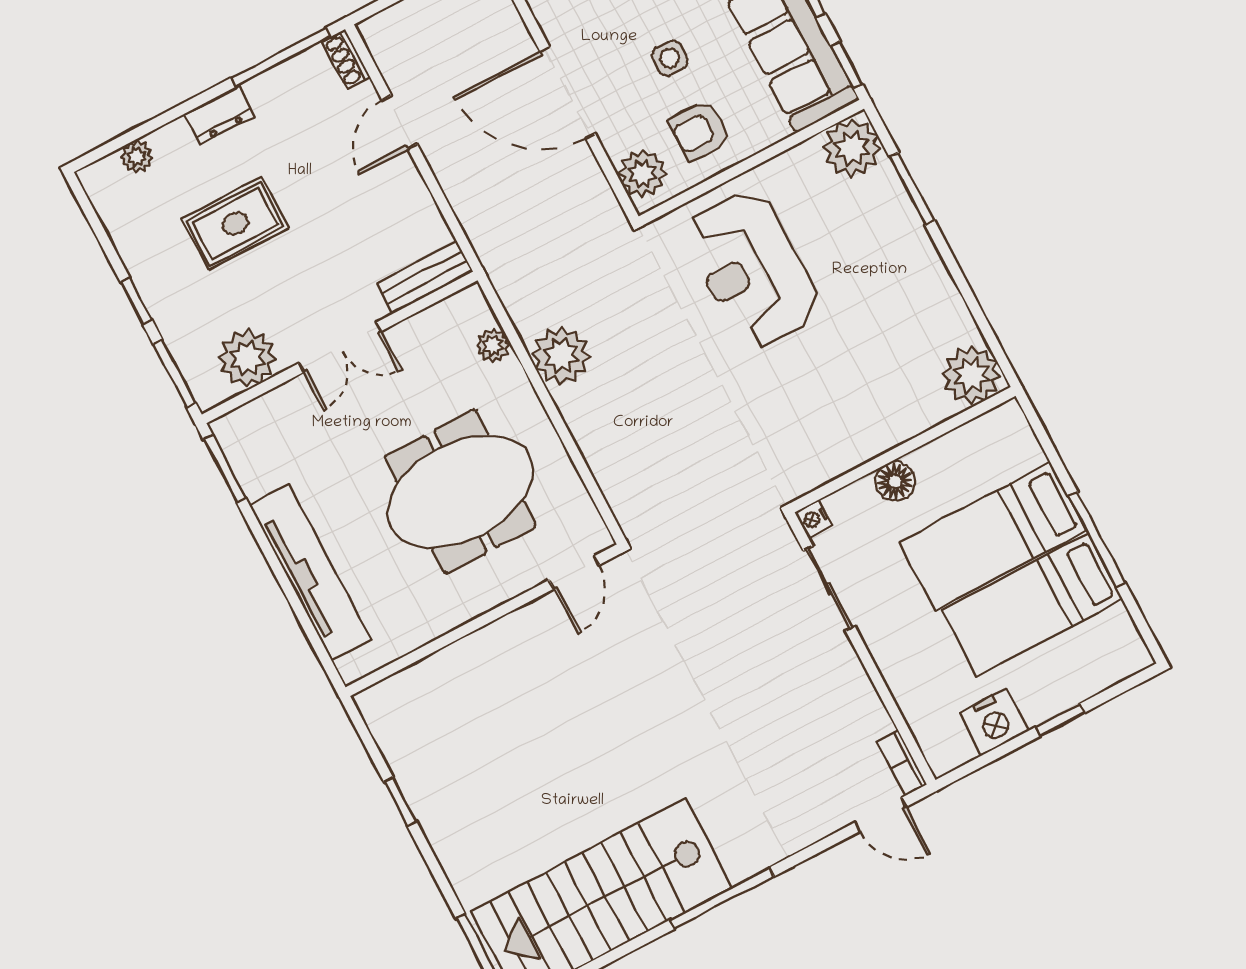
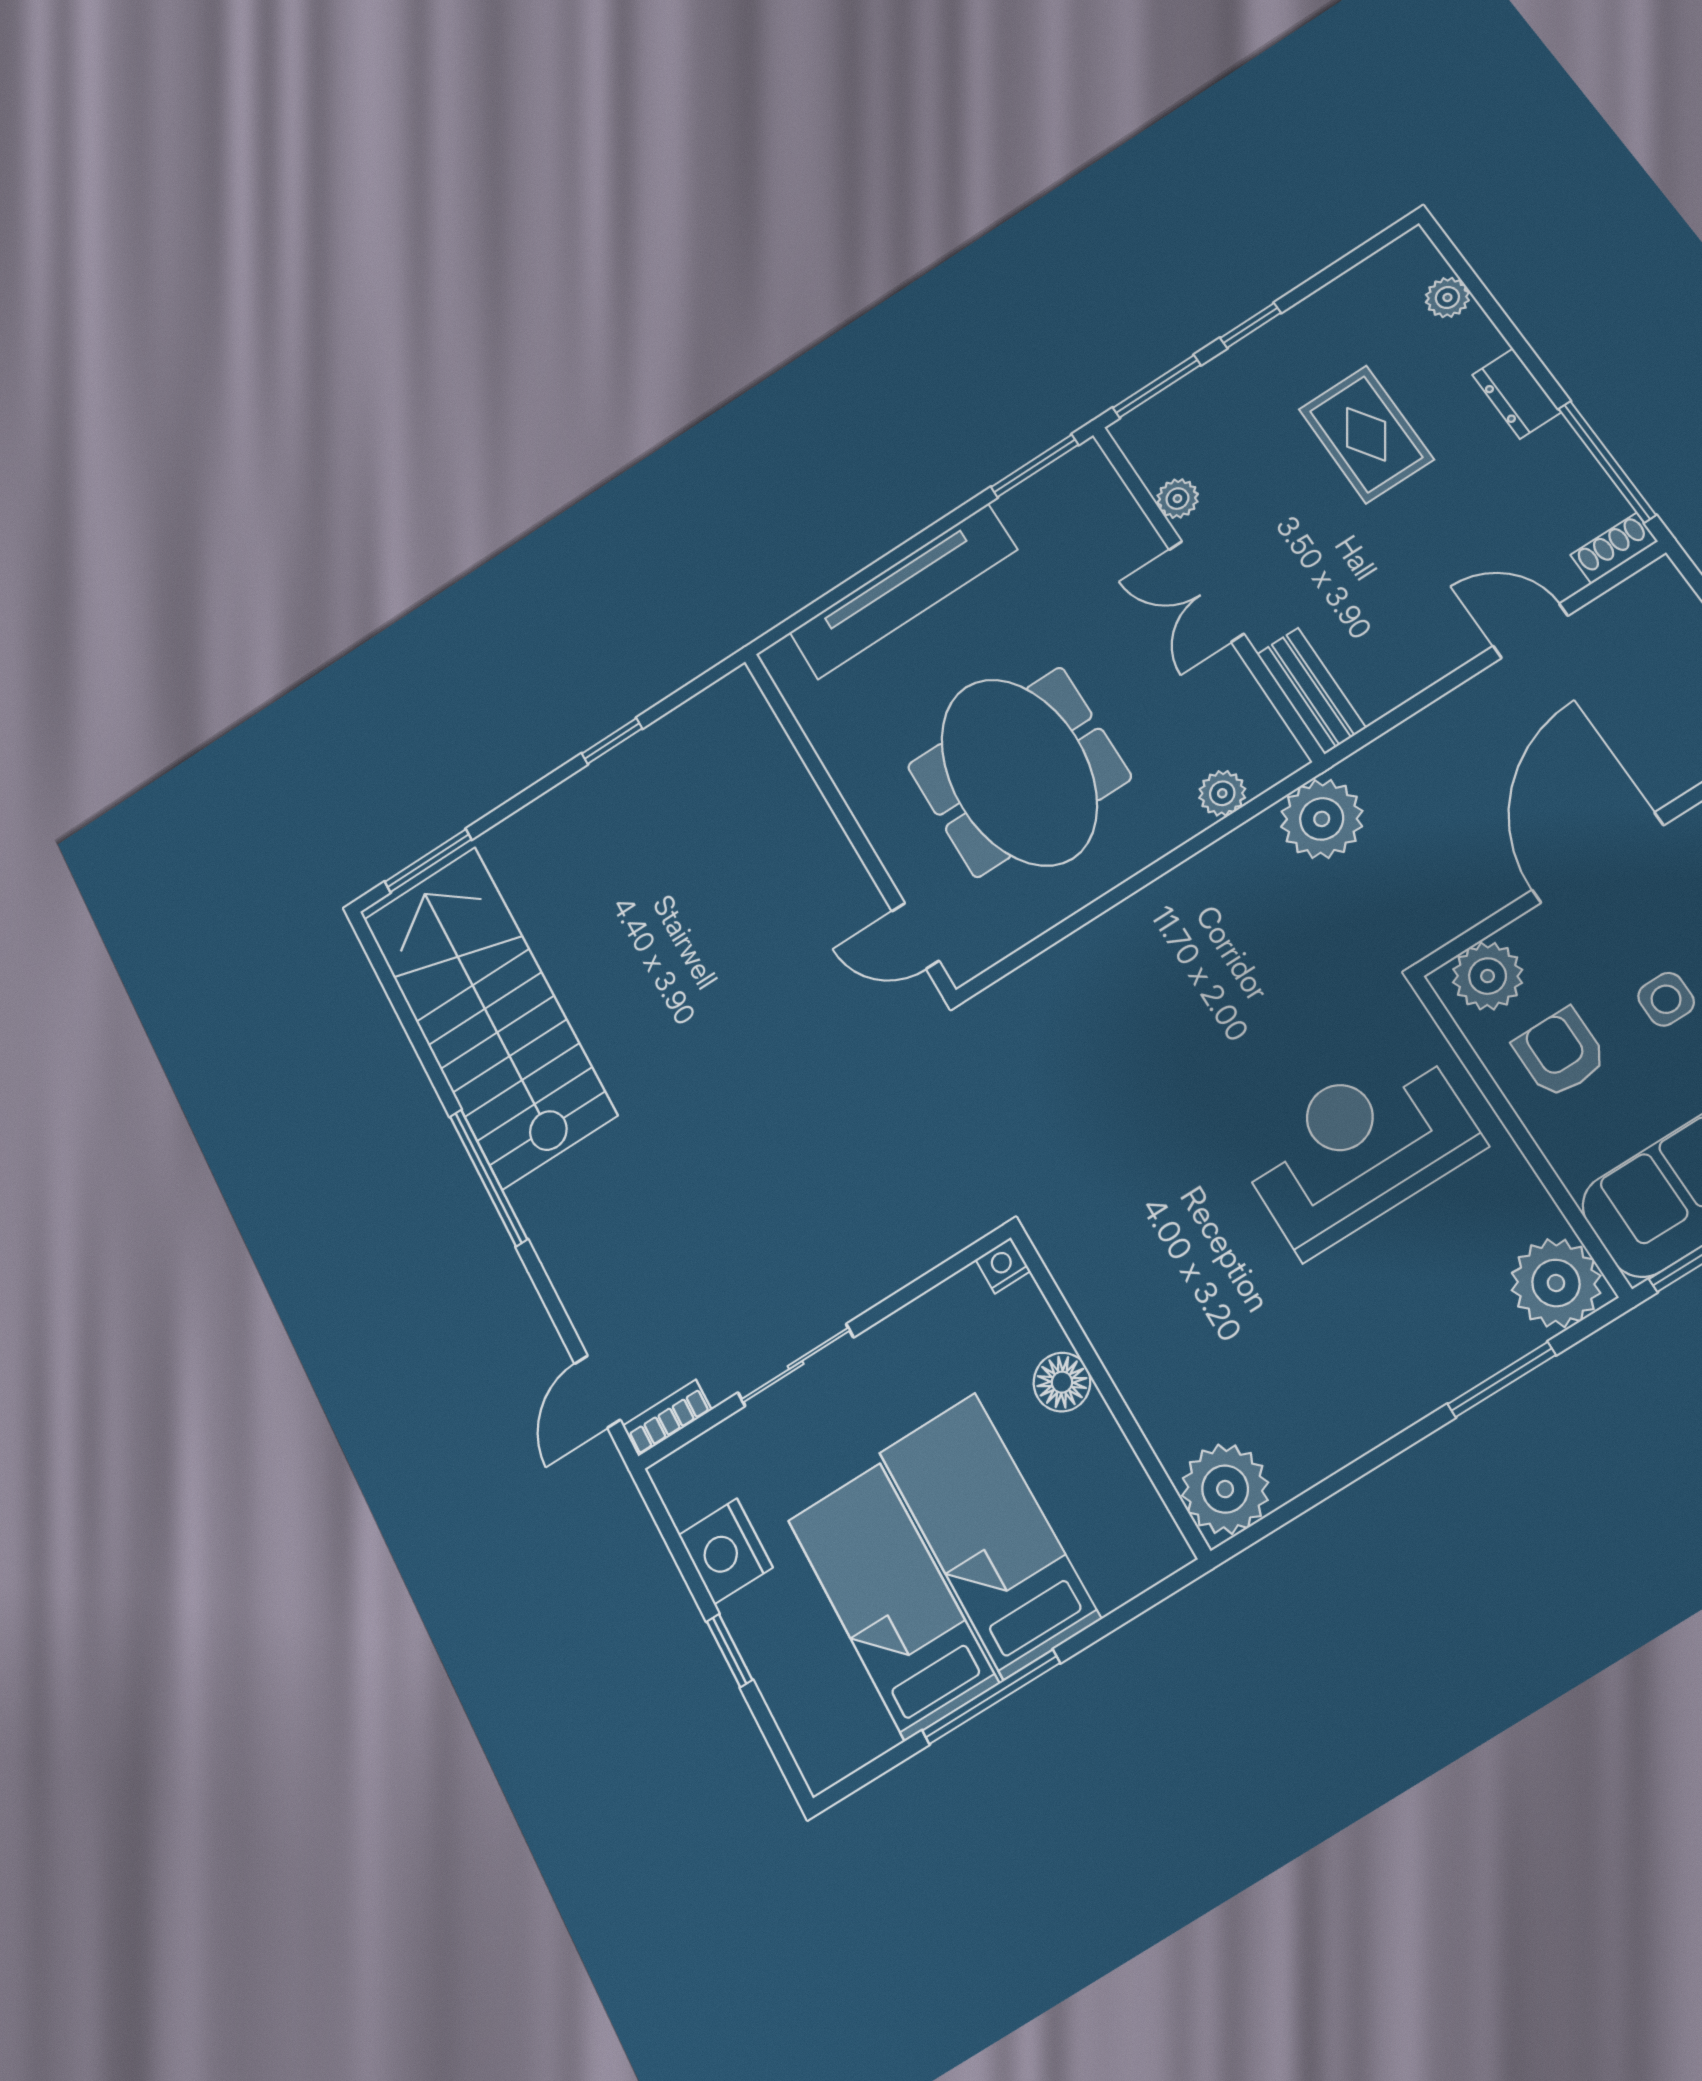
plant: (561, 356) -> (1322, 819), moved
plant: (247, 358) -> (1177, 499), width x0.53, depth x0.53
sliding door: (829, 588) -> (796, 1365), moved

